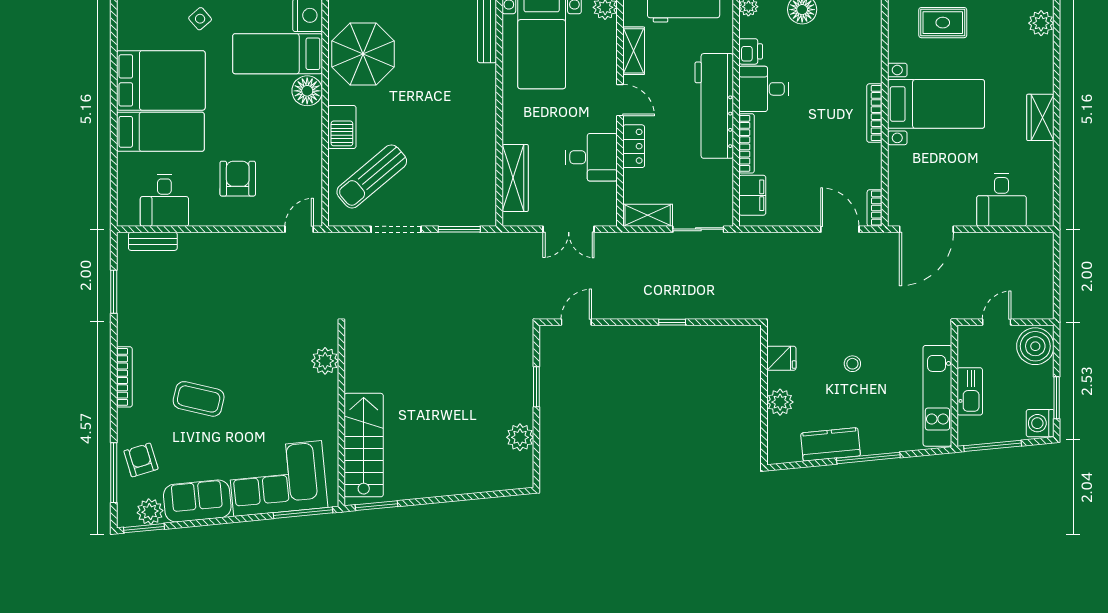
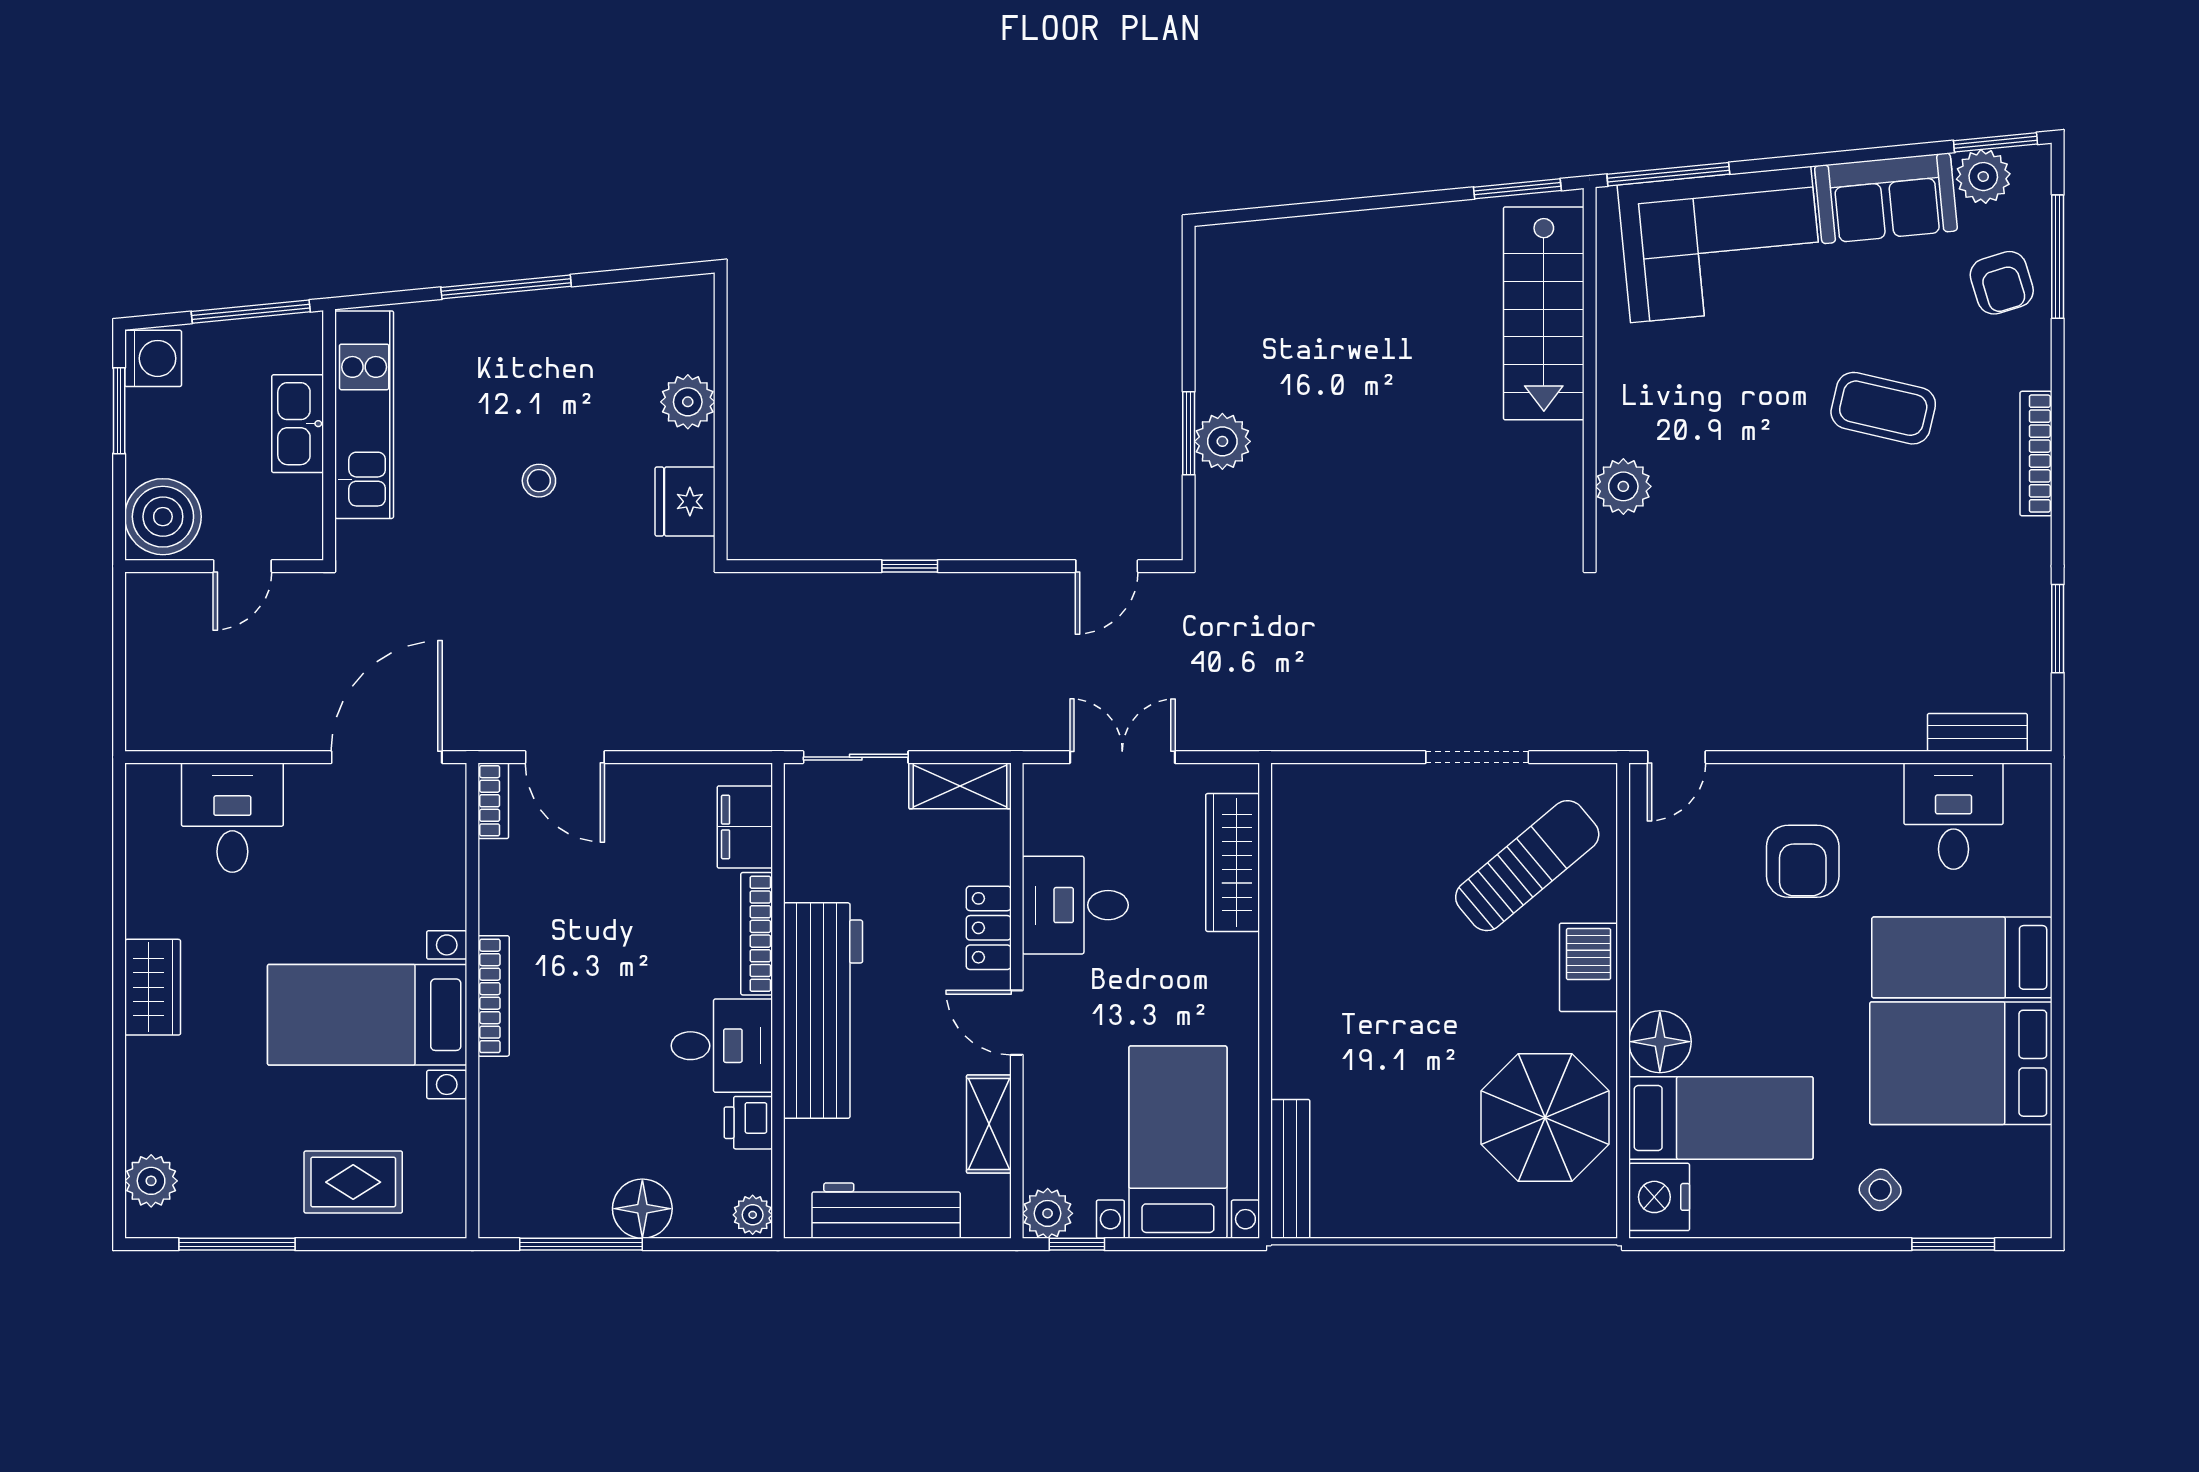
window: (459, 229) -> (1347, 757), removed
fridge: (781, 358) -> (685, 502), width x1.38
plant: (520, 437) -> (1222, 441), moved
kitchen counter: (831, 444) -> (584, 315), removed

